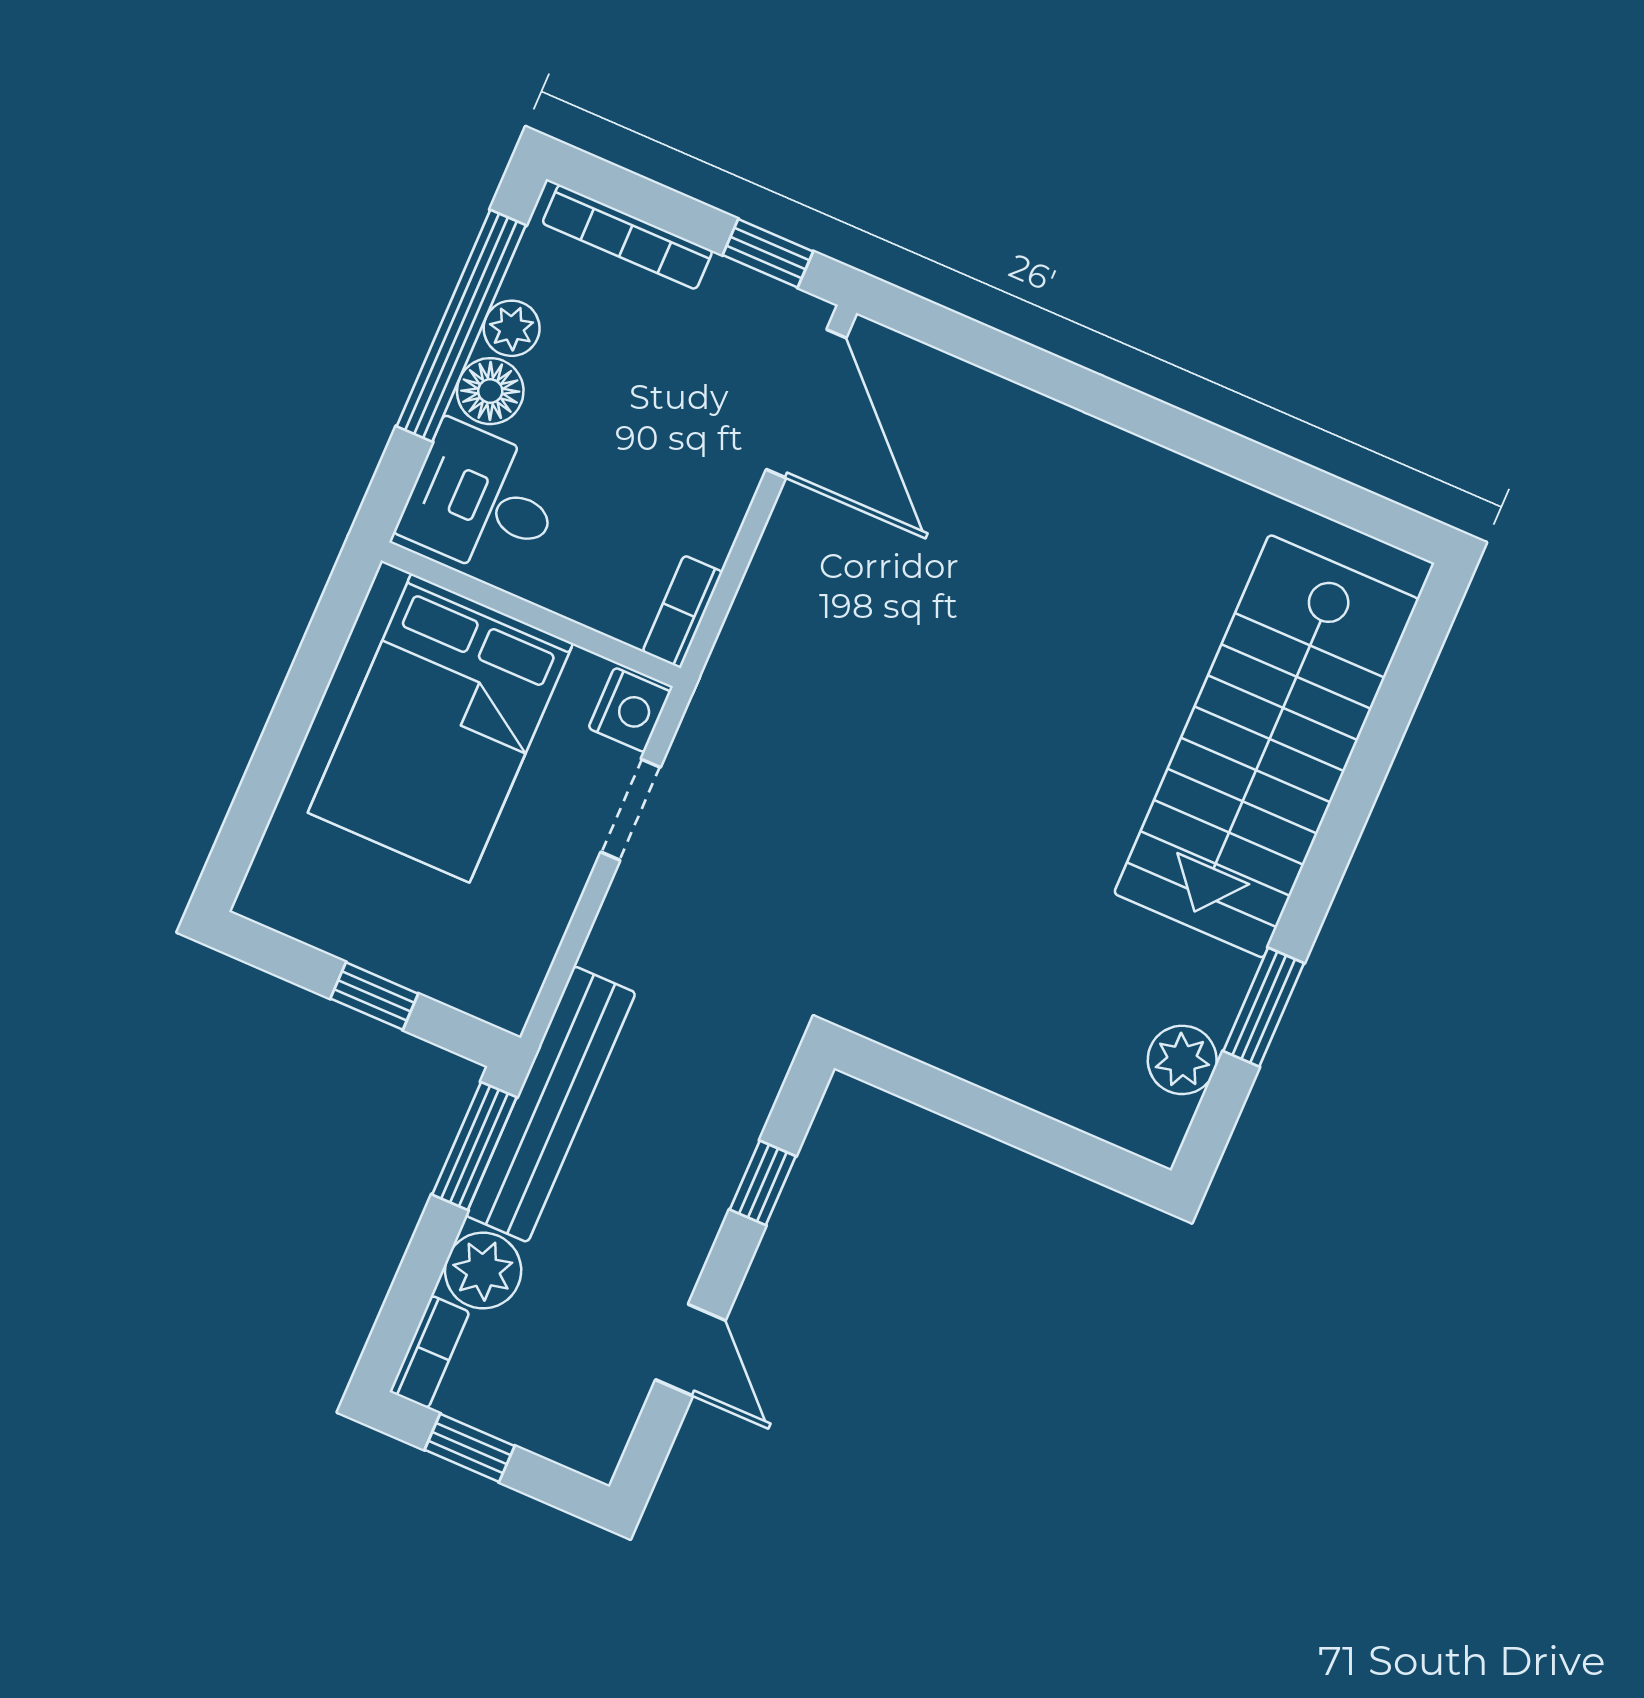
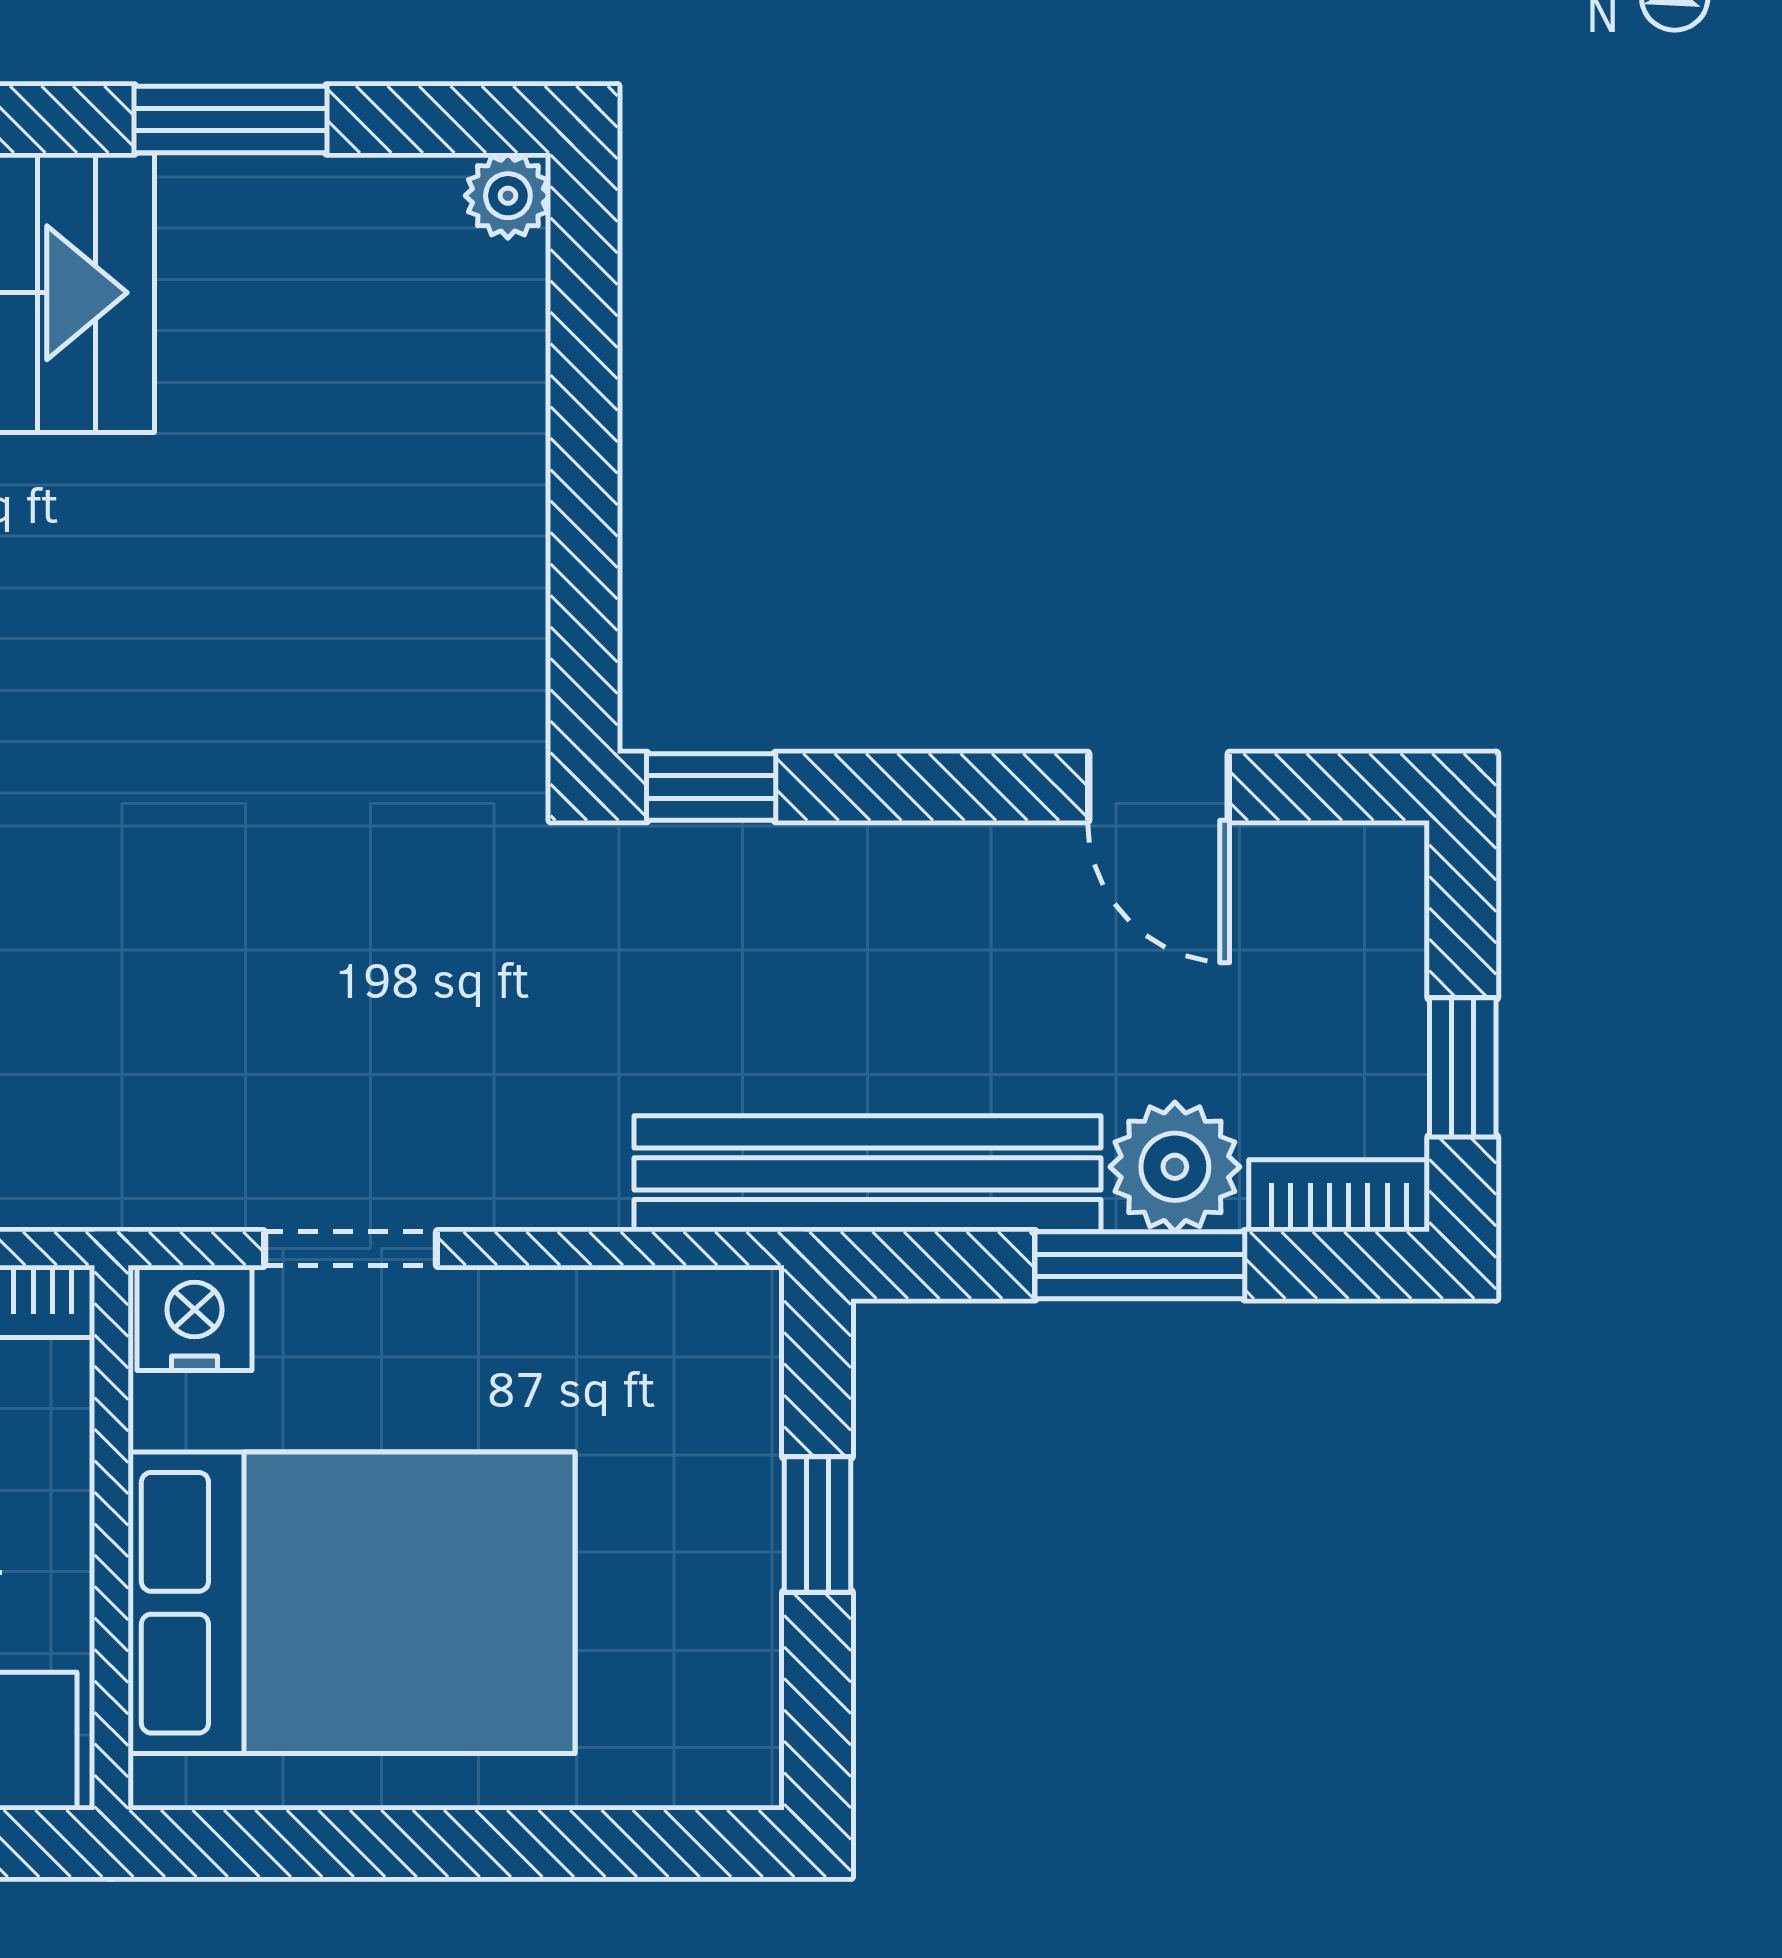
plant: (1182, 1060) -> (508, 196), moved, width x0.73, depth x0.73
window: (474, 1146) -> (1140, 1265), moved
window: (763, 1183) -> (711, 787), moved
door: (691, 1350) -> (1159, 787), swing flipped

